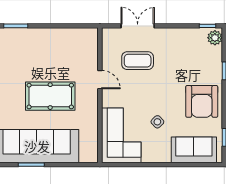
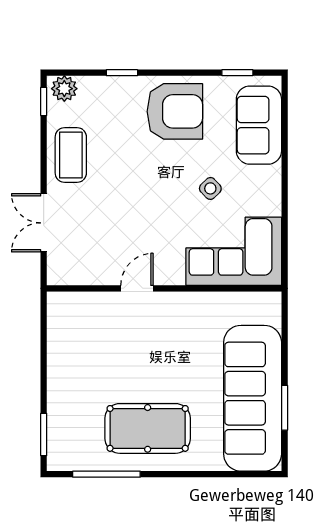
coffee table: (138, 61) -> (71, 155), moved
pool table: (50, 96) -> (148, 428), moved, turned 90

